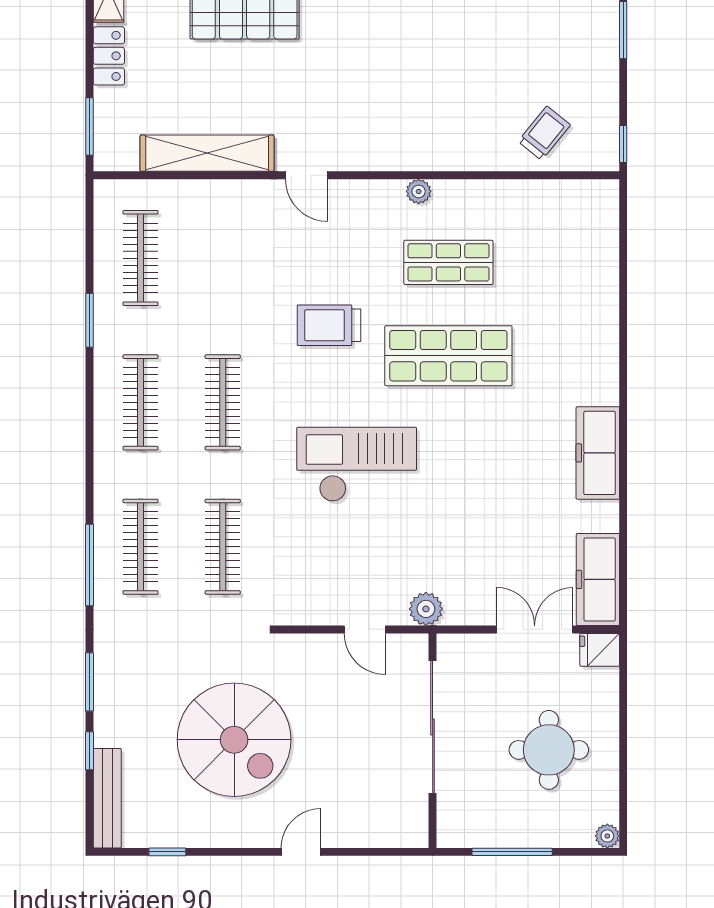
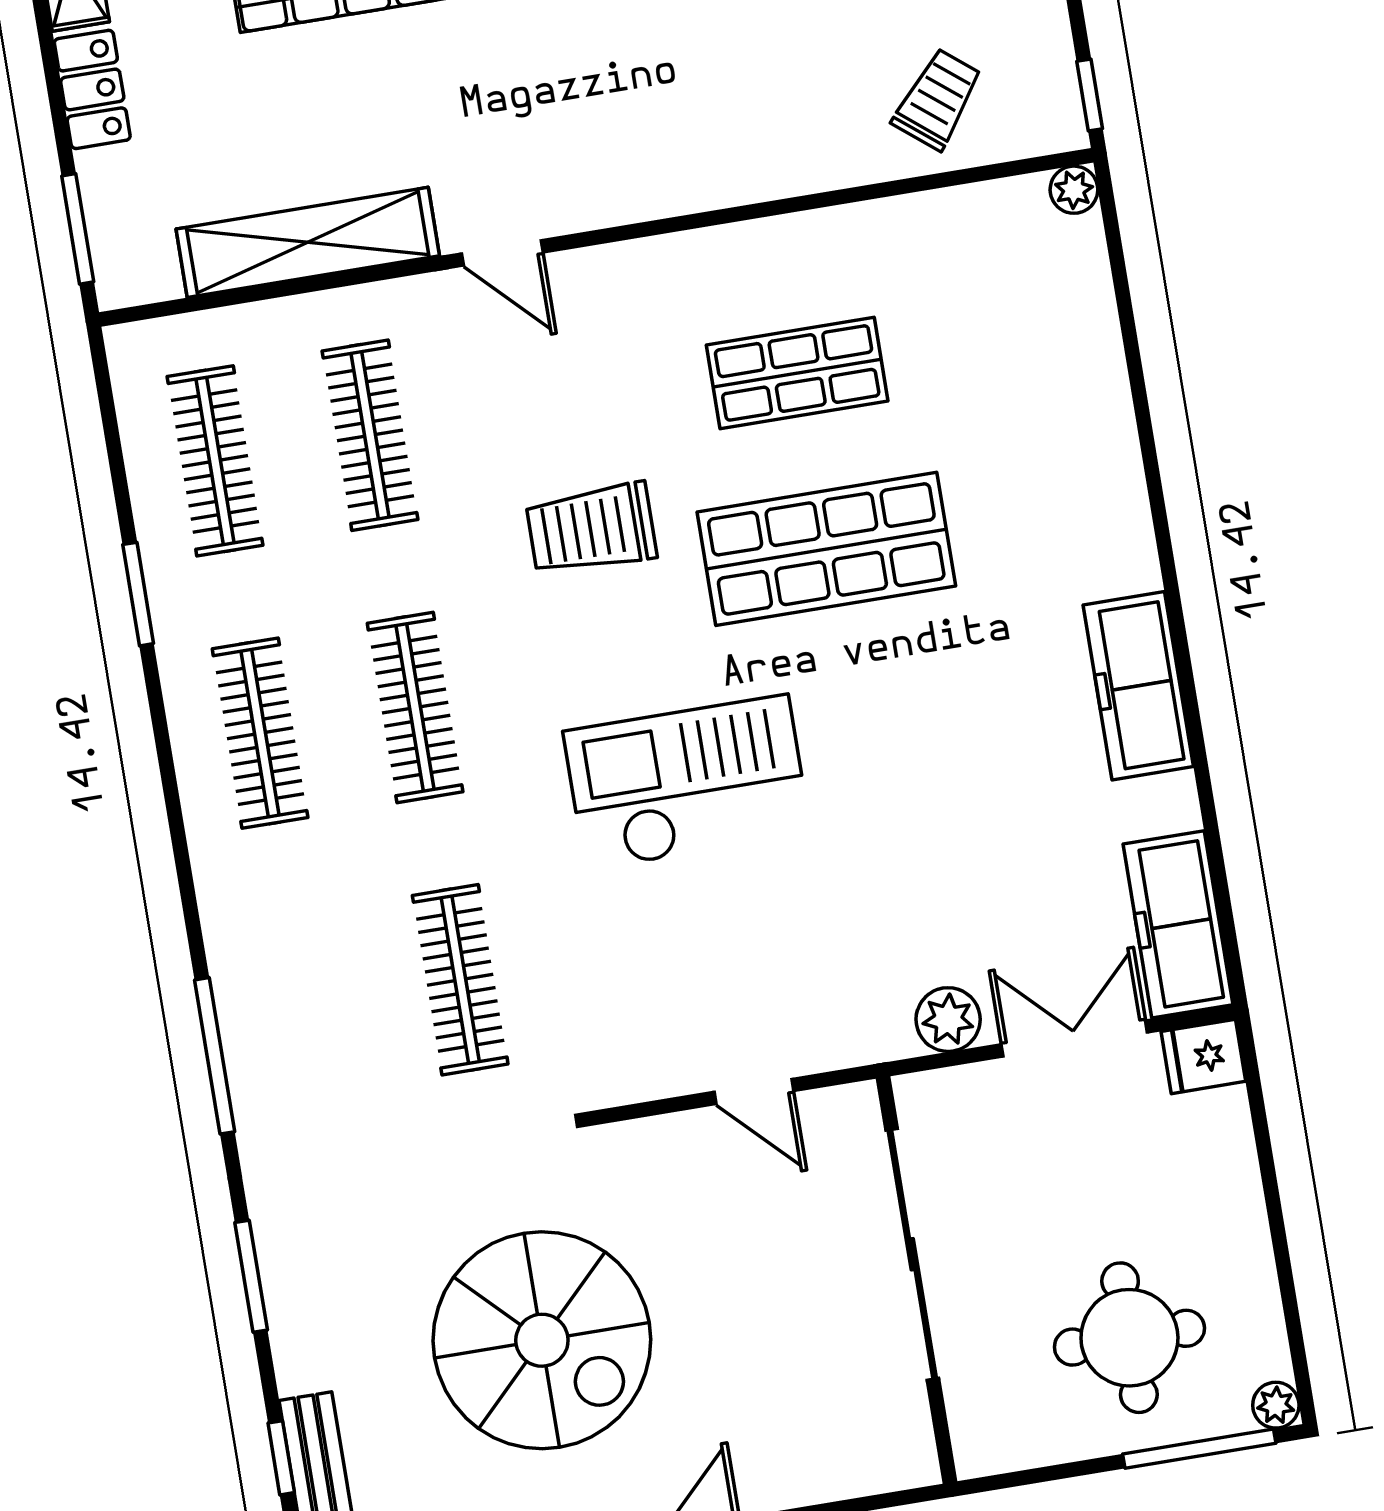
plant: (419, 191) -> (1074, 190), moved
clothes rail: (141, 547) -> (370, 435), moved
plant: (426, 609) -> (948, 1020), moved
round table: (549, 750) -> (1129, 1338), moved
window: (89, 751) -> (281, 1458), moved
window: (512, 852) -> (1199, 1449), moved

